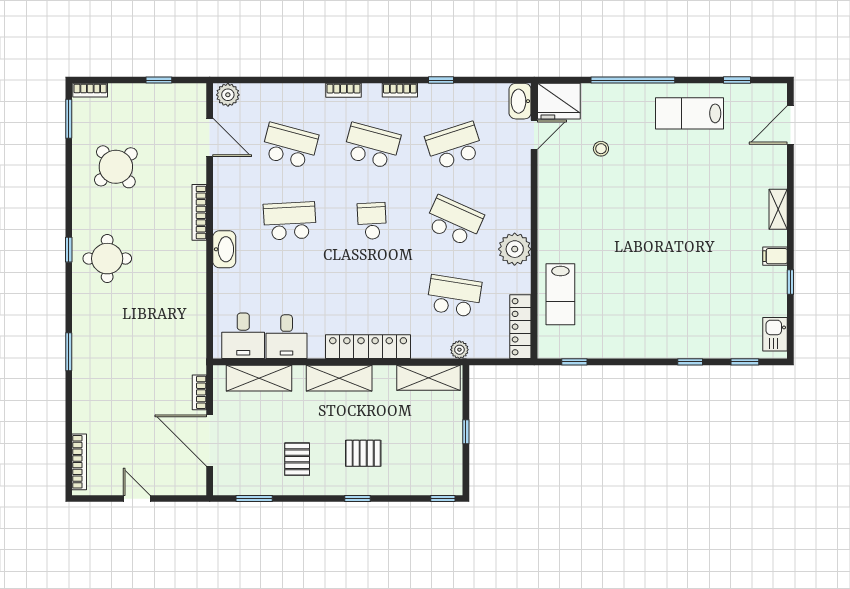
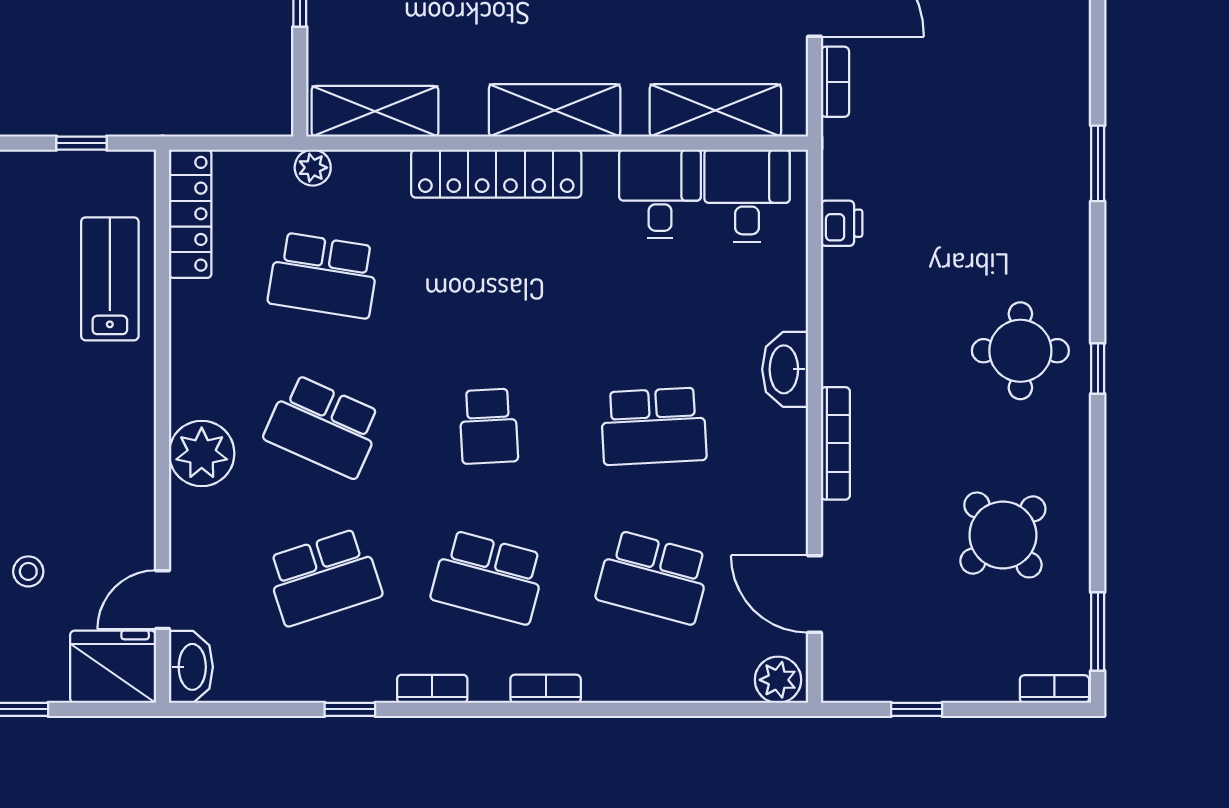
plant: (515, 249) -> (202, 453), moved
printer: (196, 322) -> (842, 223), added

